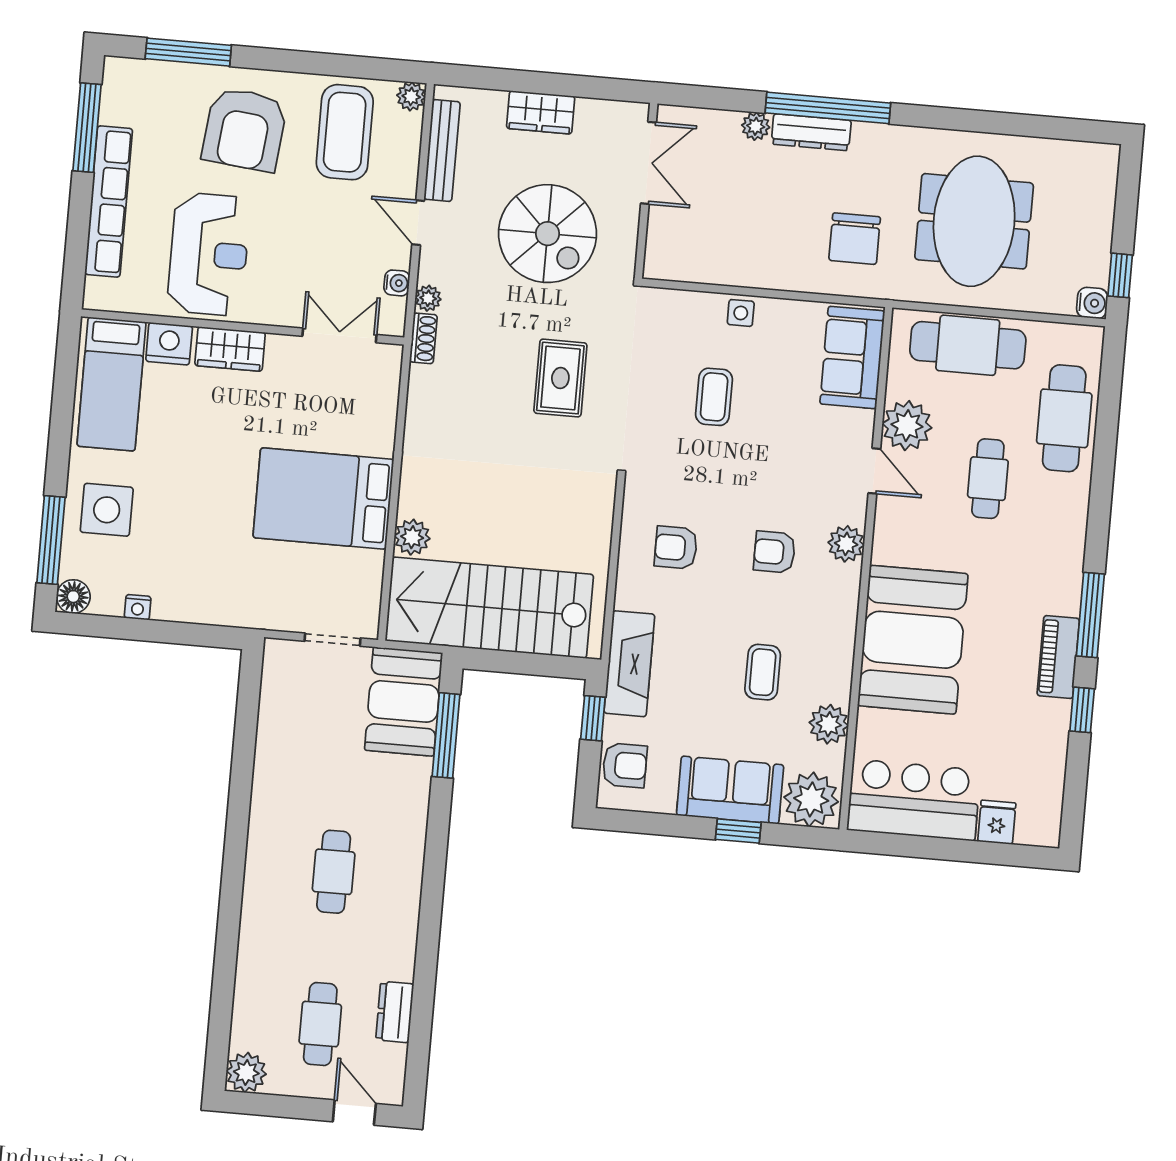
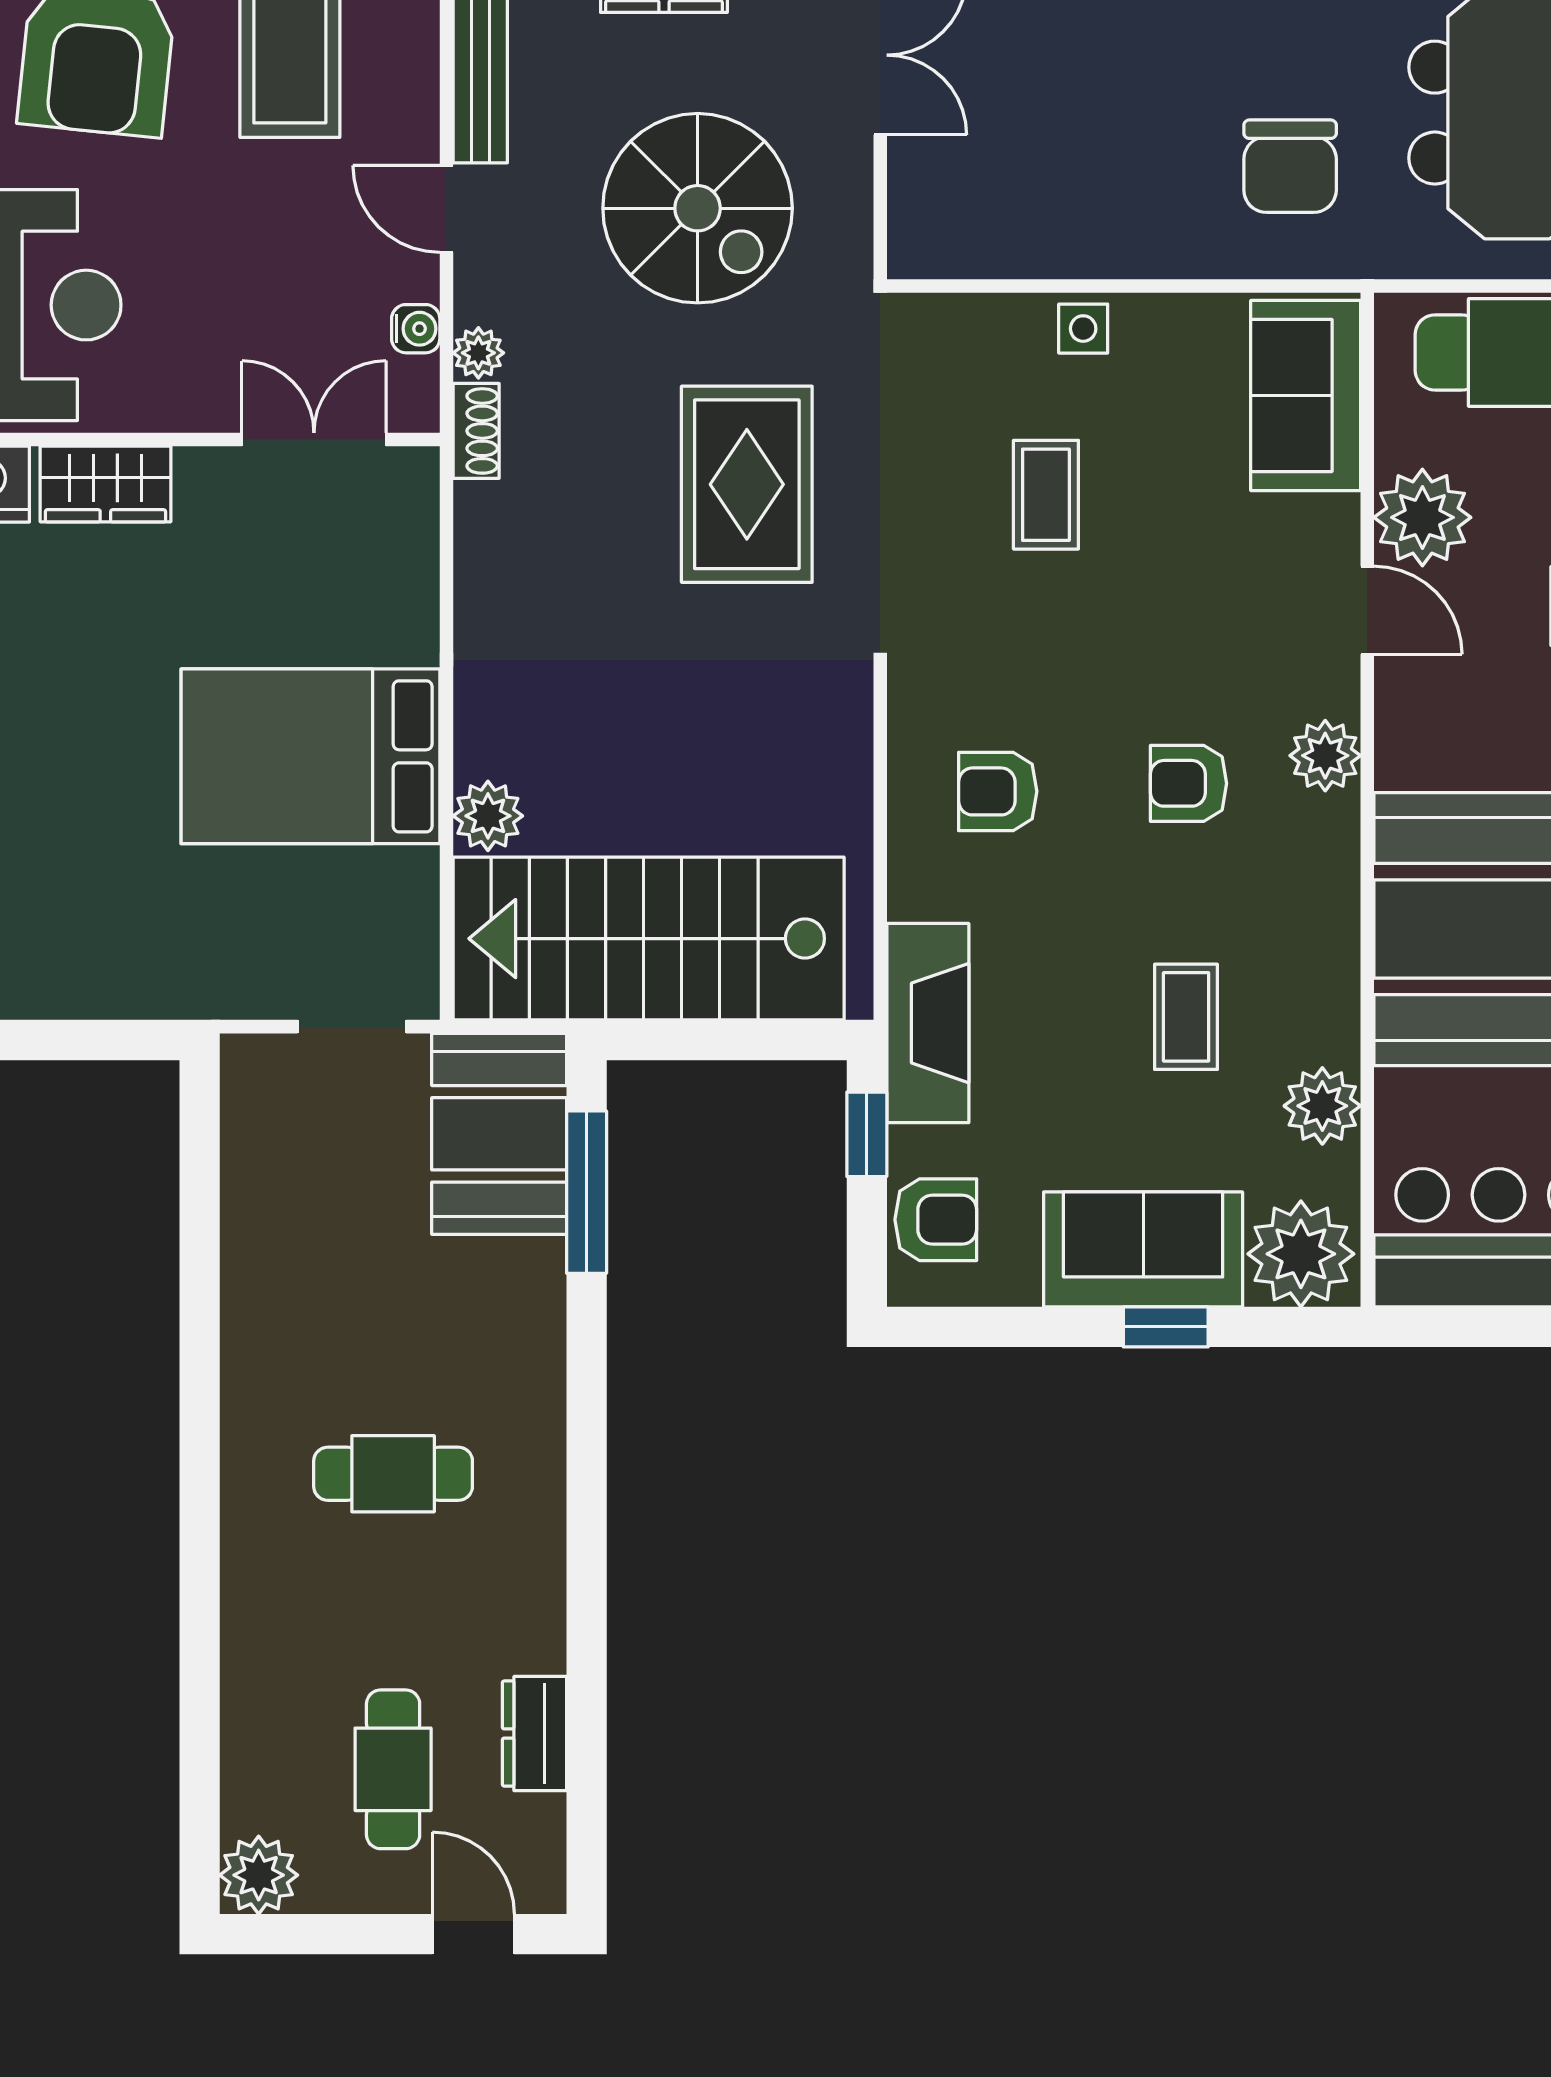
rug: (560, 378) -> (747, 484), width x1.36, depth x1.43
cafe table: (334, 872) -> (393, 1474), turned 90

